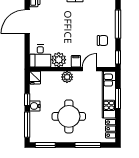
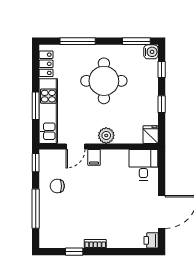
plant: (59, 60) -> (118, 159), removed
water cooler: (35, 106) -> (151, 52), moved
window: (27, 125) -> (162, 69), width x0.46

